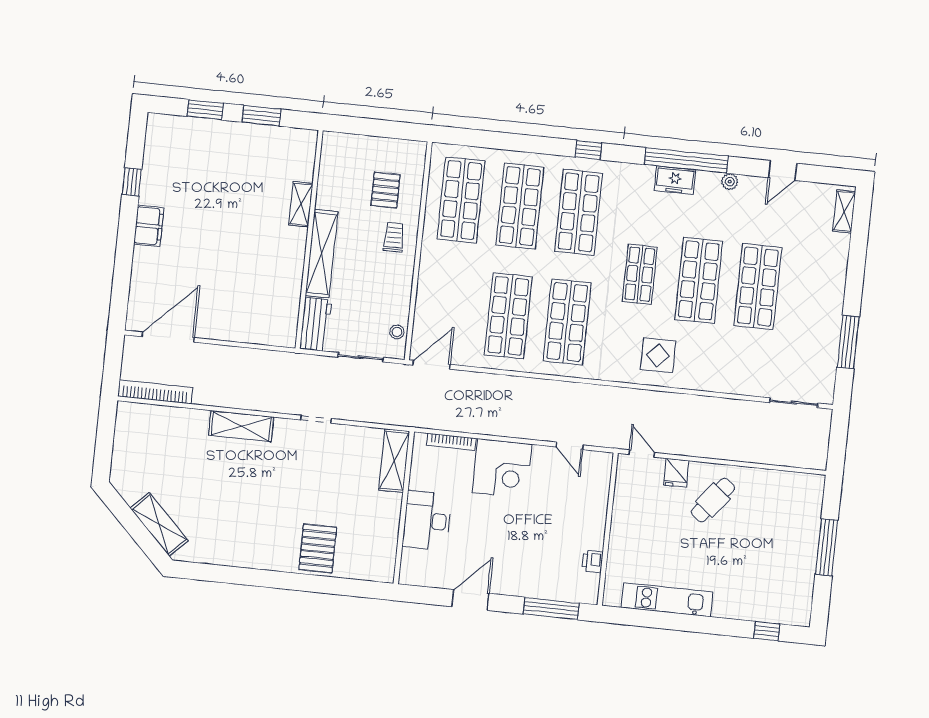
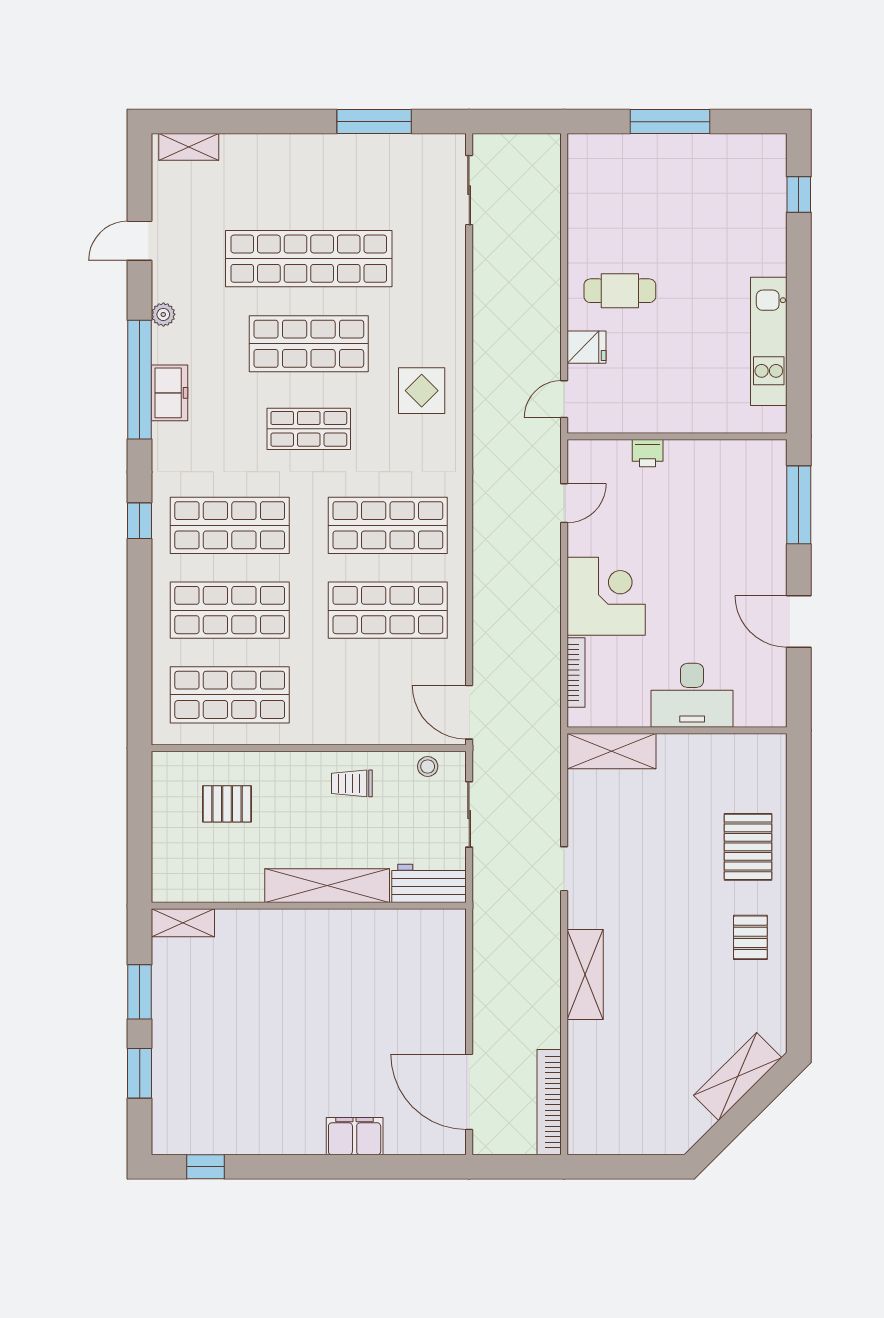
door: (783, 170) -> (140, 241), swing flipped
window: (132, 182) -> (206, 1167), moved
shelving: (301, 204) -> (183, 923), moved
filing cabinet: (149, 226) -> (355, 1136), moved
trolley: (394, 237) -> (352, 783), moved
shop shelf: (758, 287) -> (309, 259), width x1.40
cafe table: (713, 500) -> (620, 291), turned -38
pallet: (255, 543) -> (750, 937), added
pallet: (318, 548) -> (748, 847), turned 90
printer: (593, 561) -> (648, 453), moved

